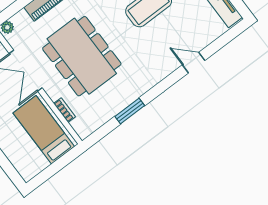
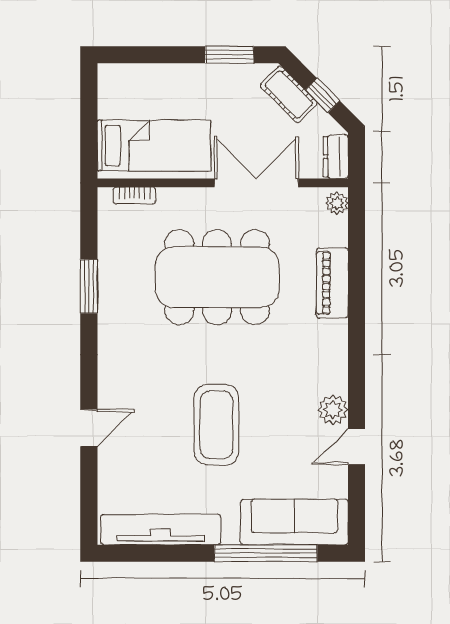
bookcase: (65, 110) -> (134, 196), moved

